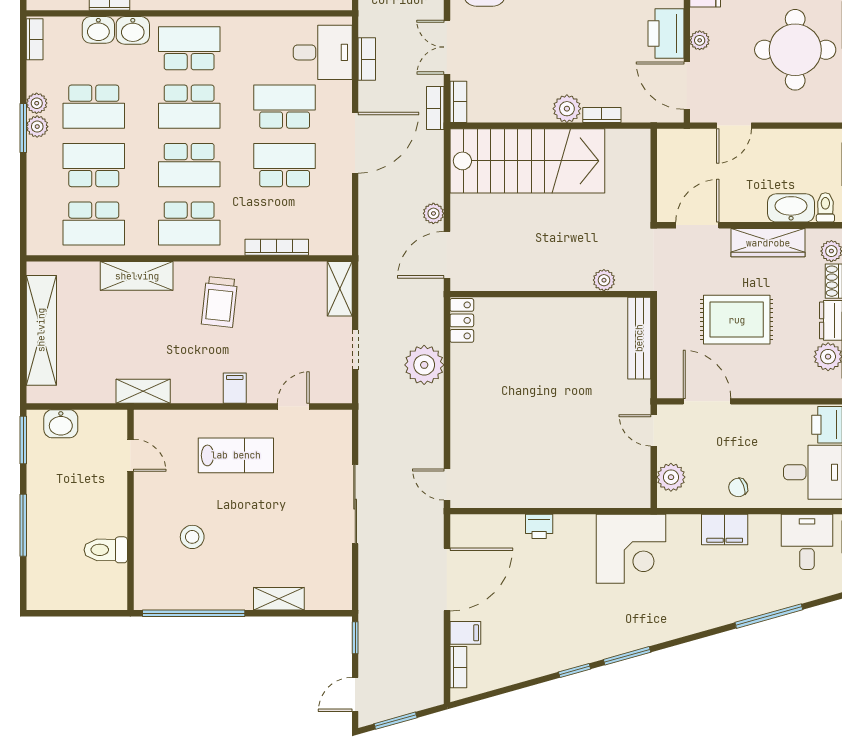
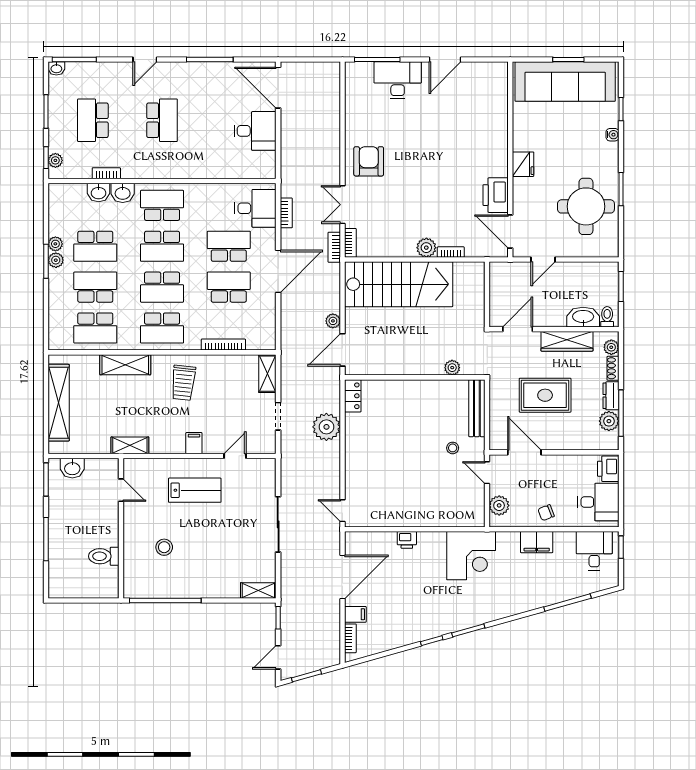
bookcase: (35, 39) -> (54, 199), removed
plant: (700, 40) -> (519, 200), removed
stool: (605, 395) -> (453, 448), added
shelving: (279, 599) -> (258, 590), moved

